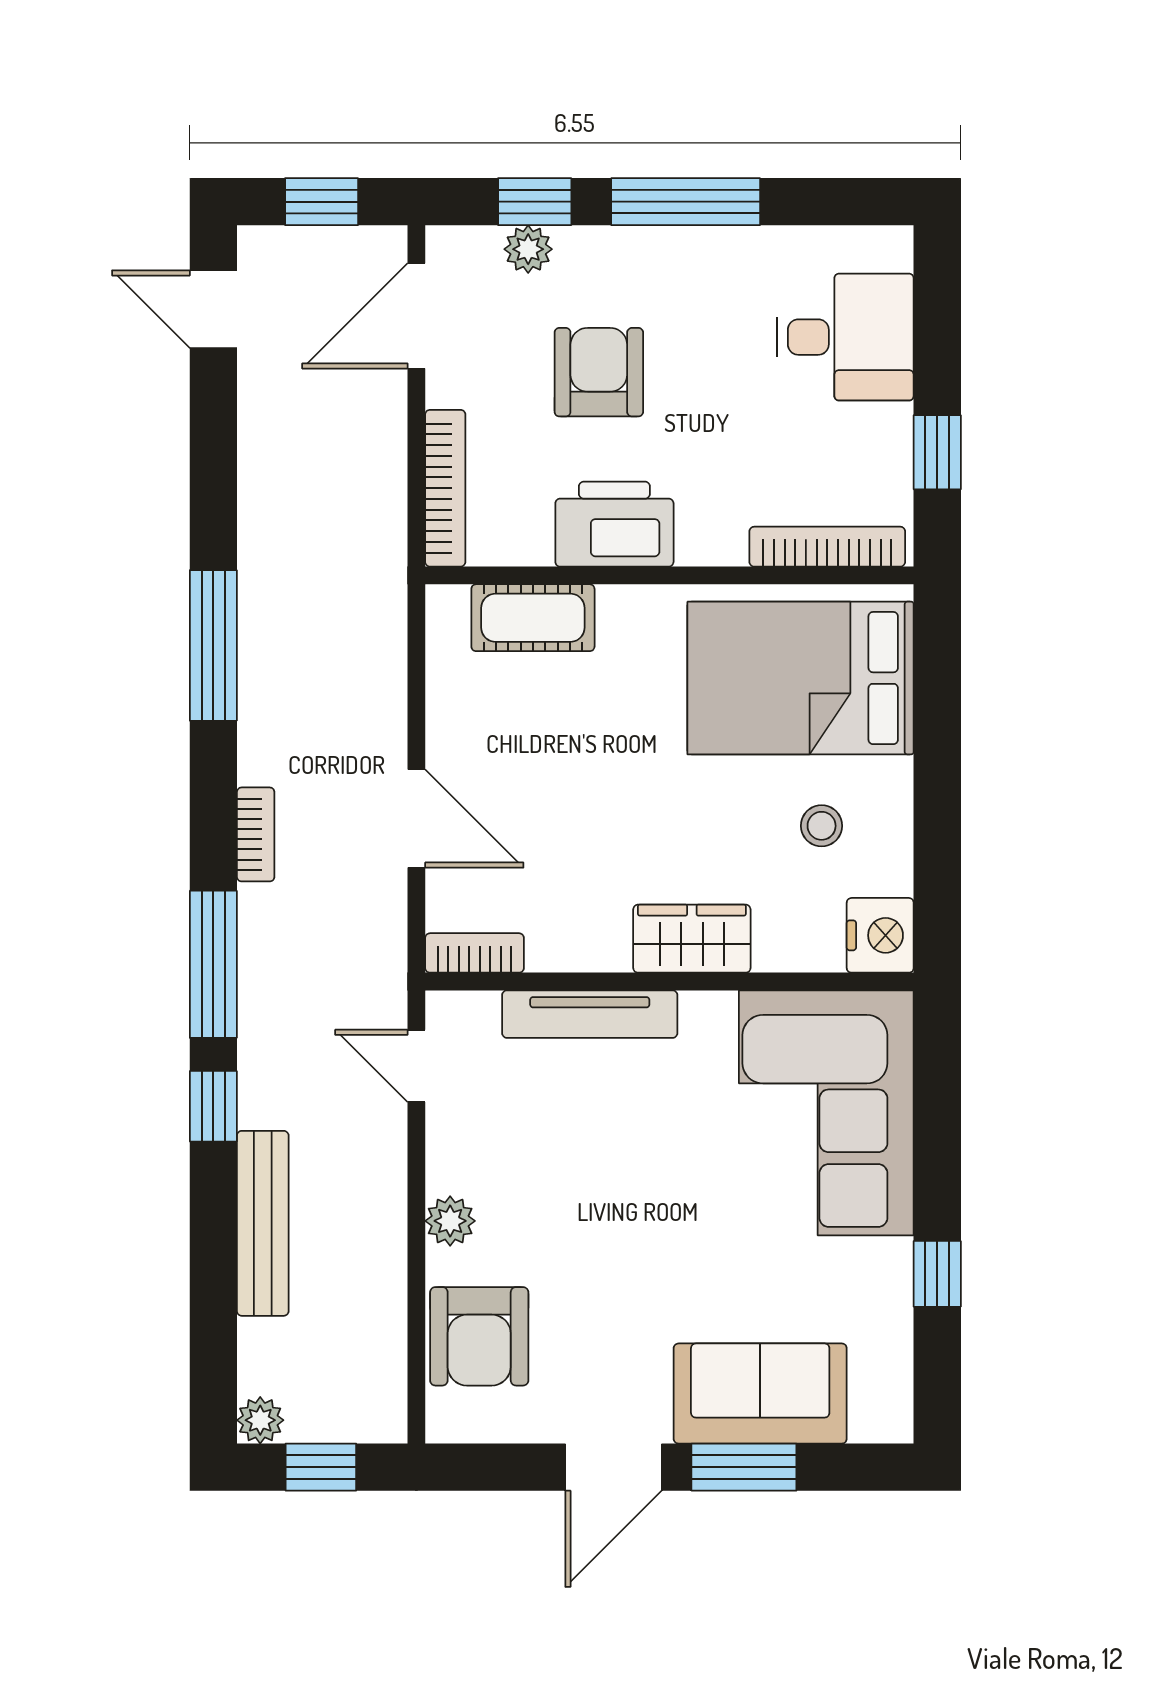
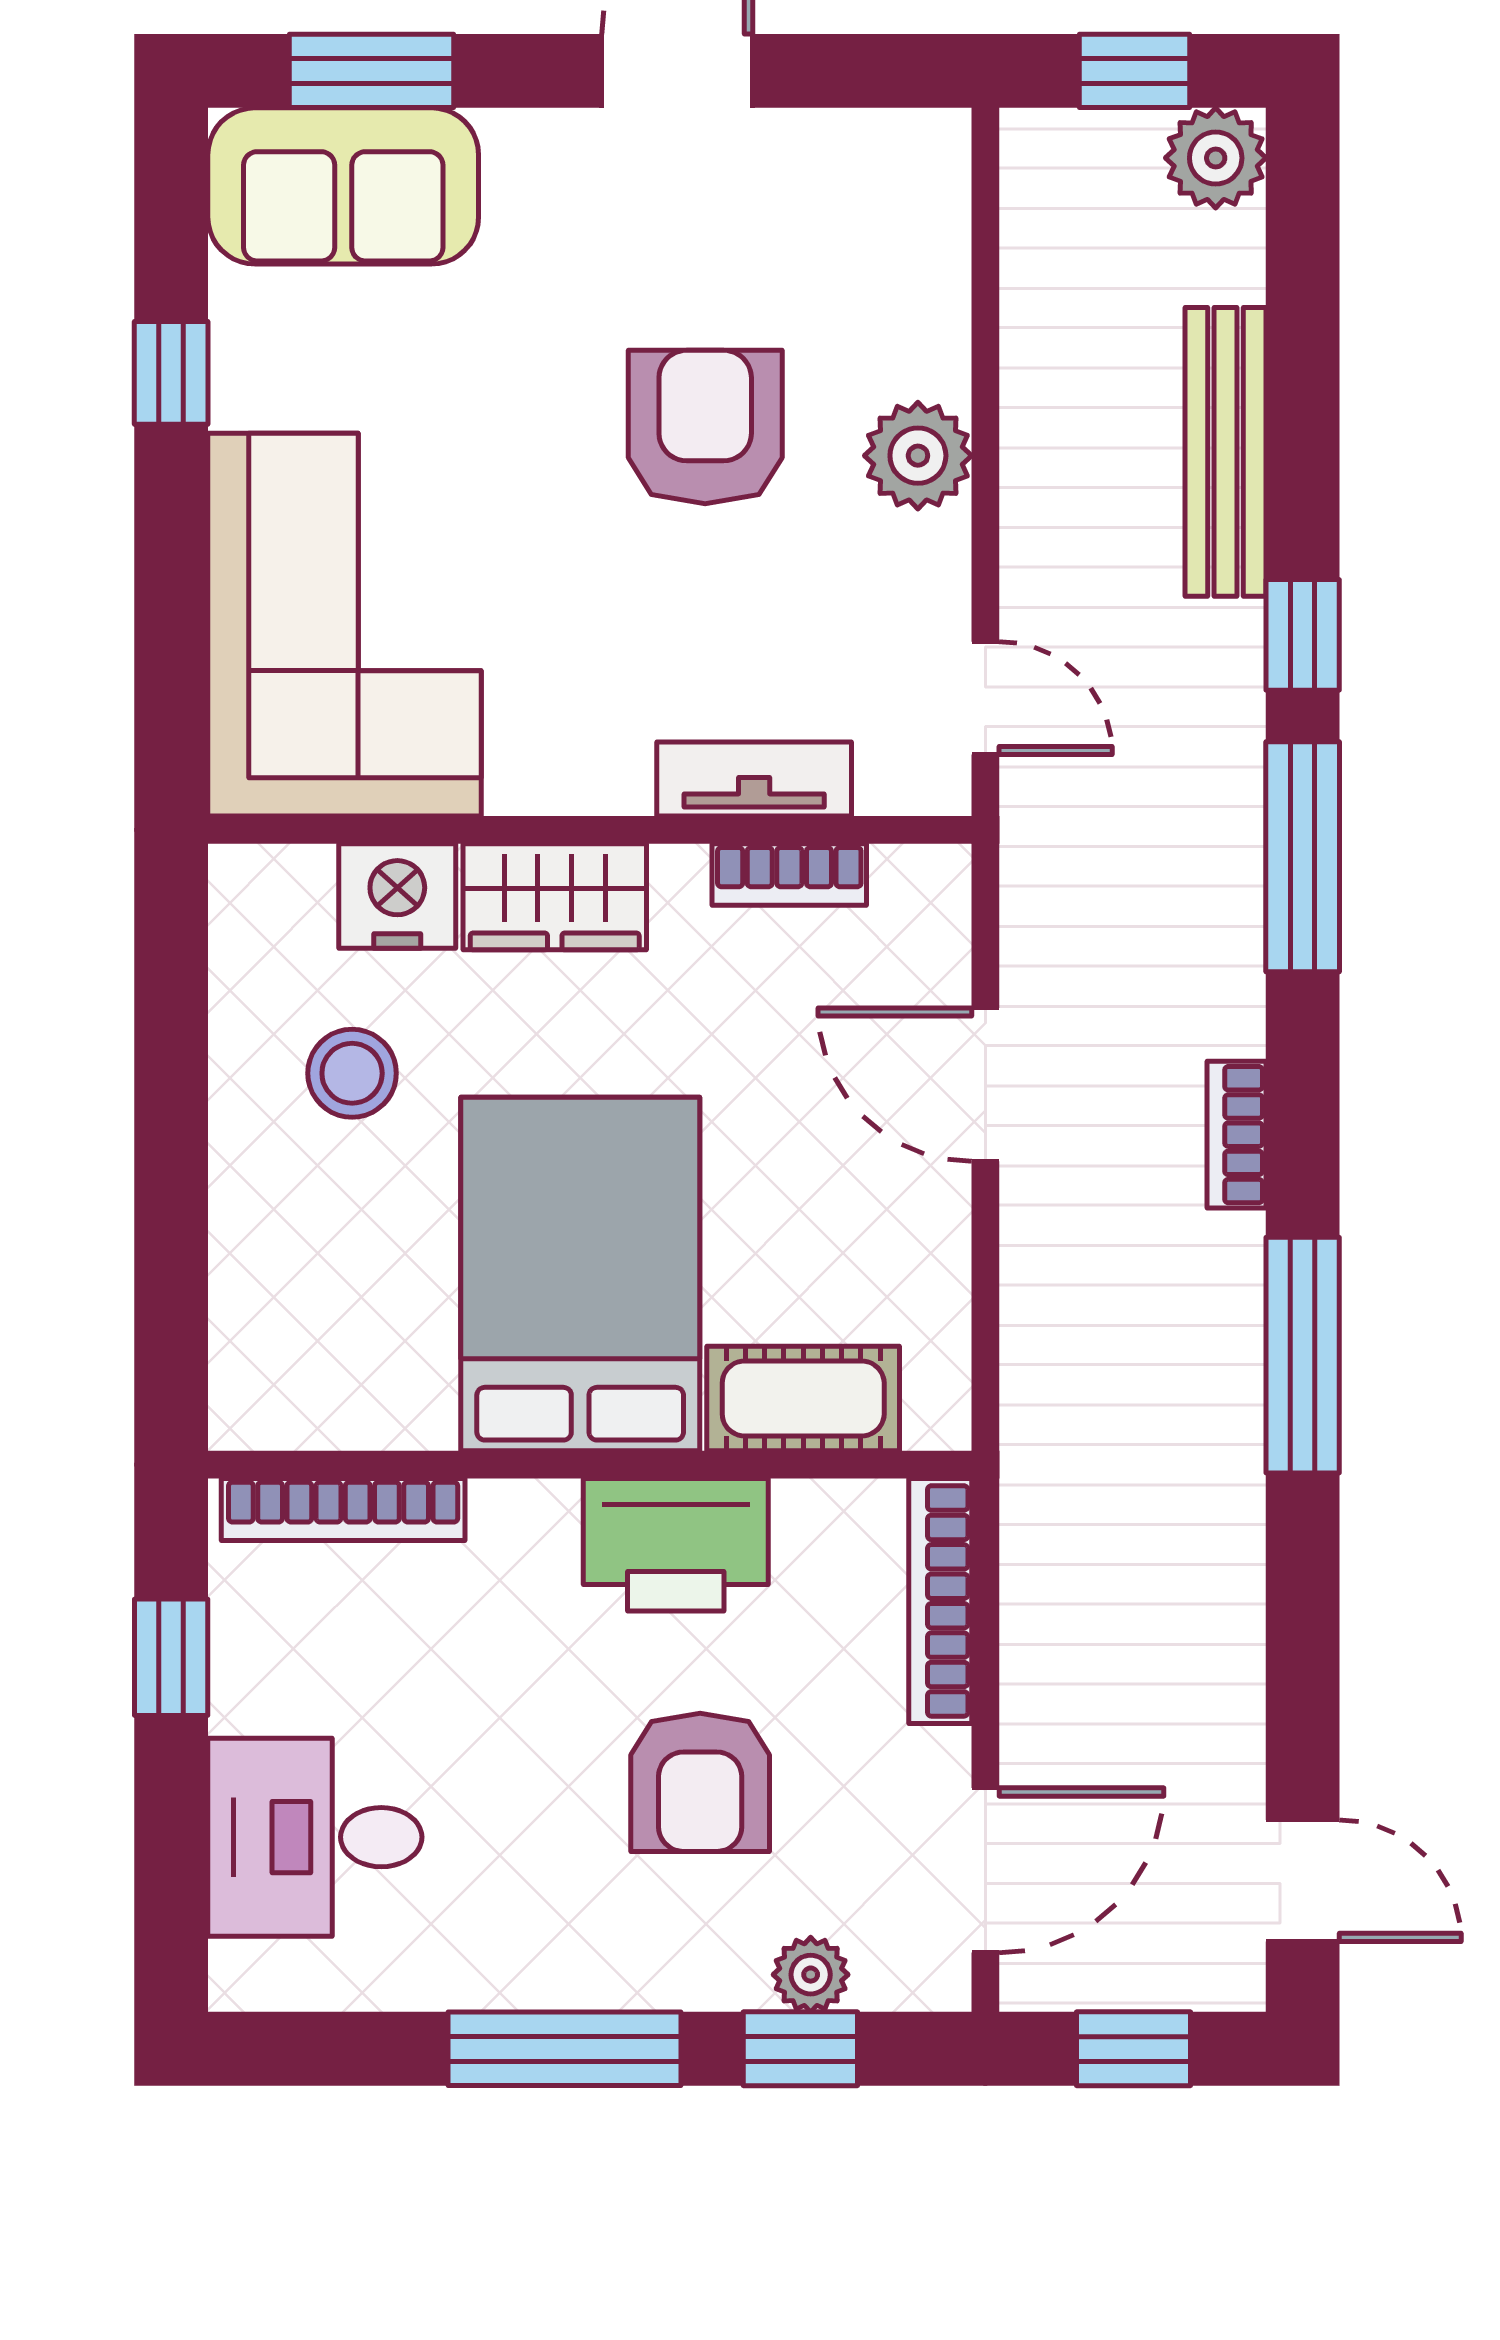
bed: (801, 678) -> (580, 1274), moved, turned -90
stool: (822, 826) -> (352, 1073), width x1.37, depth x1.37
bookcase: (256, 834) -> (1237, 1135), moved
nightstand: (880, 935) -> (397, 896), moved, turned 90
bookcase: (475, 953) -> (789, 875), moved
tv unit: (590, 1014) -> (754, 779), width x0.71
plant: (450, 1221) -> (918, 456), width x1.38, depth x1.38
armchair: (479, 1336) -> (705, 427), moved
sofa: (760, 1394) -> (343, 186), moved
plant: (260, 1420) -> (1216, 158), width x1.38, depth x1.38
window: (744, 1467) -> (371, 71), moved

